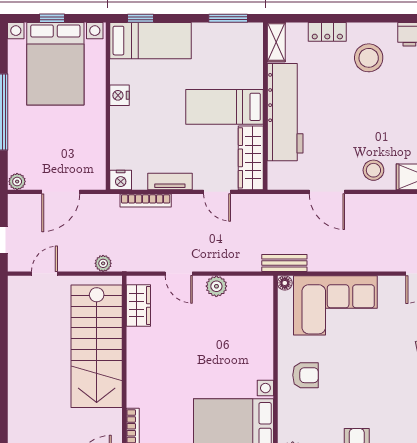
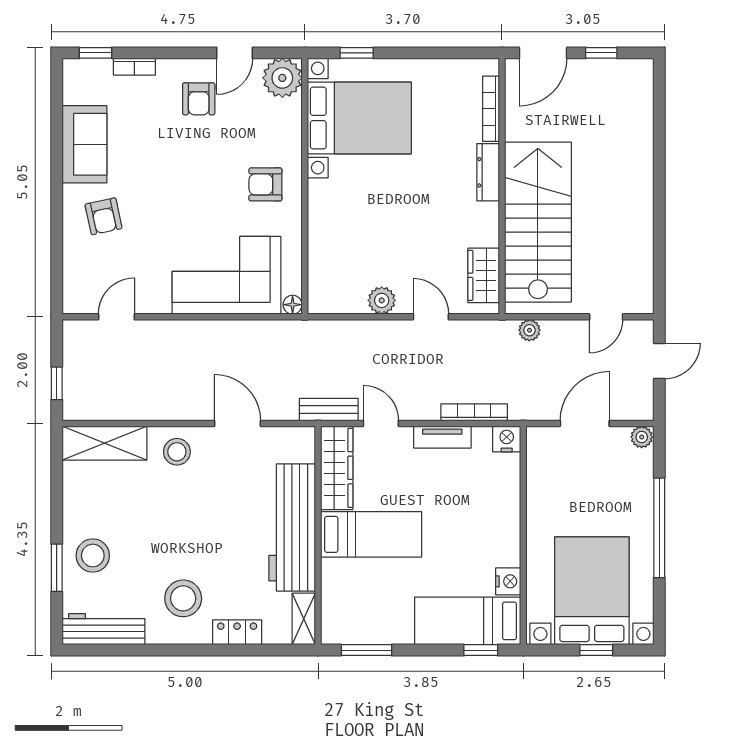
nightstand: (119, 95) -> (508, 581), moved
bench: (284, 263) -> (329, 410), moved
dresser: (135, 384) -> (488, 172), added

